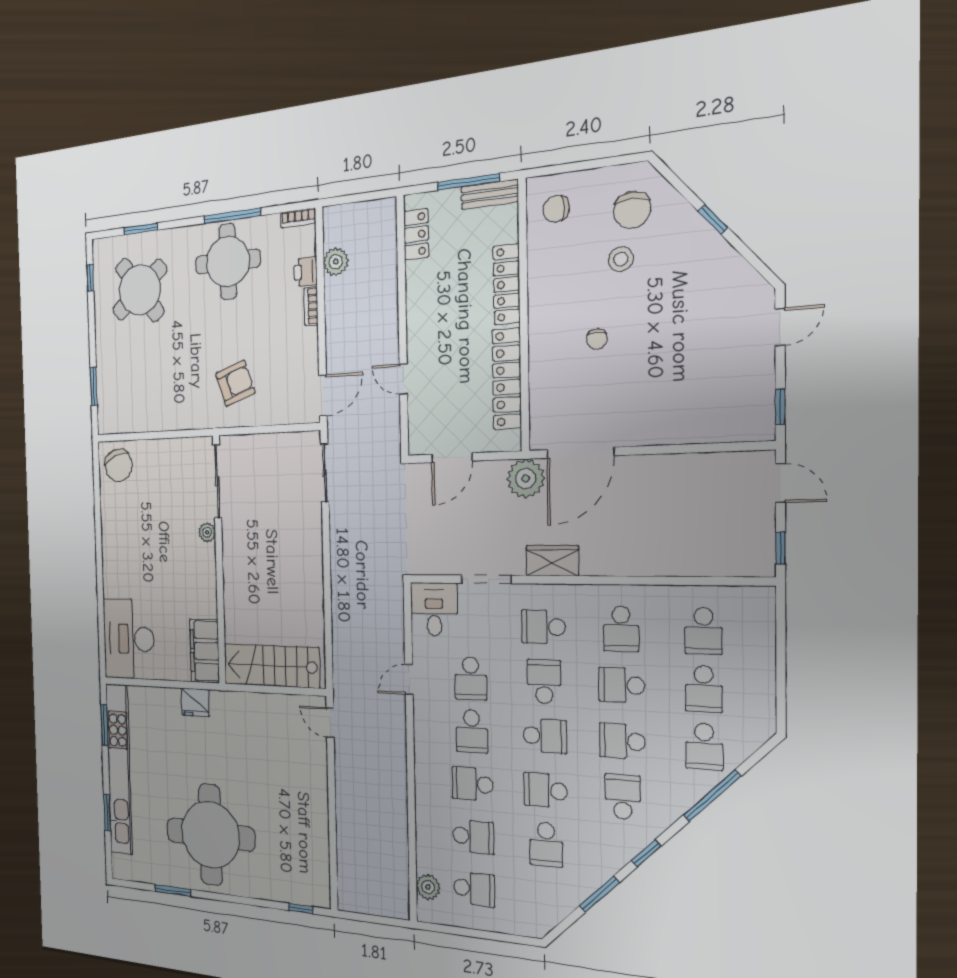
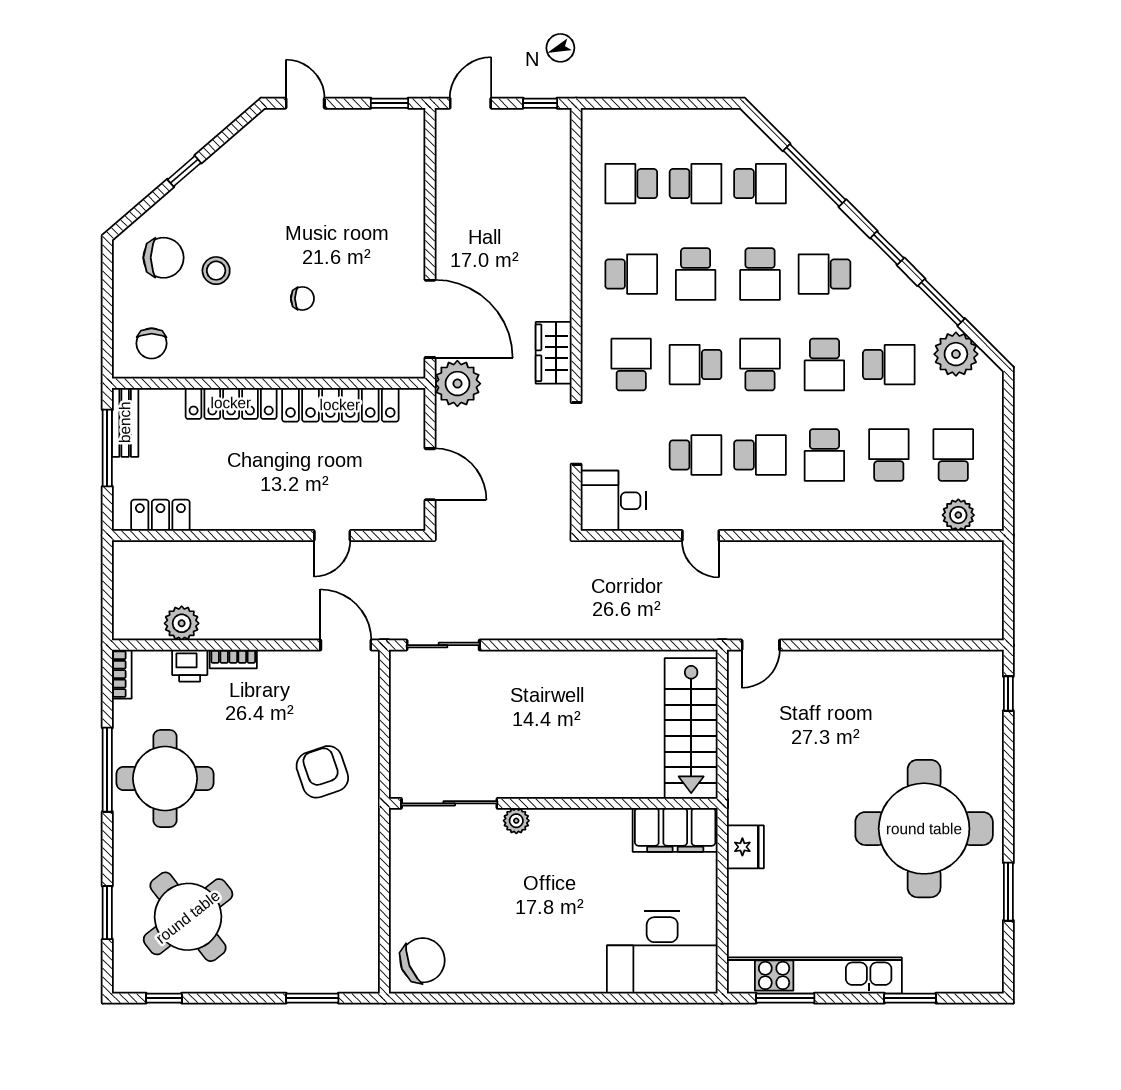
school desk: (543, 627) -> (631, 365), turned 180
school desk: (703, 631) -> (631, 184), turned 180
kitchen unit: (119, 769) -> (814, 975), width x0.73
plant: (556, 901) -> (956, 354), added

